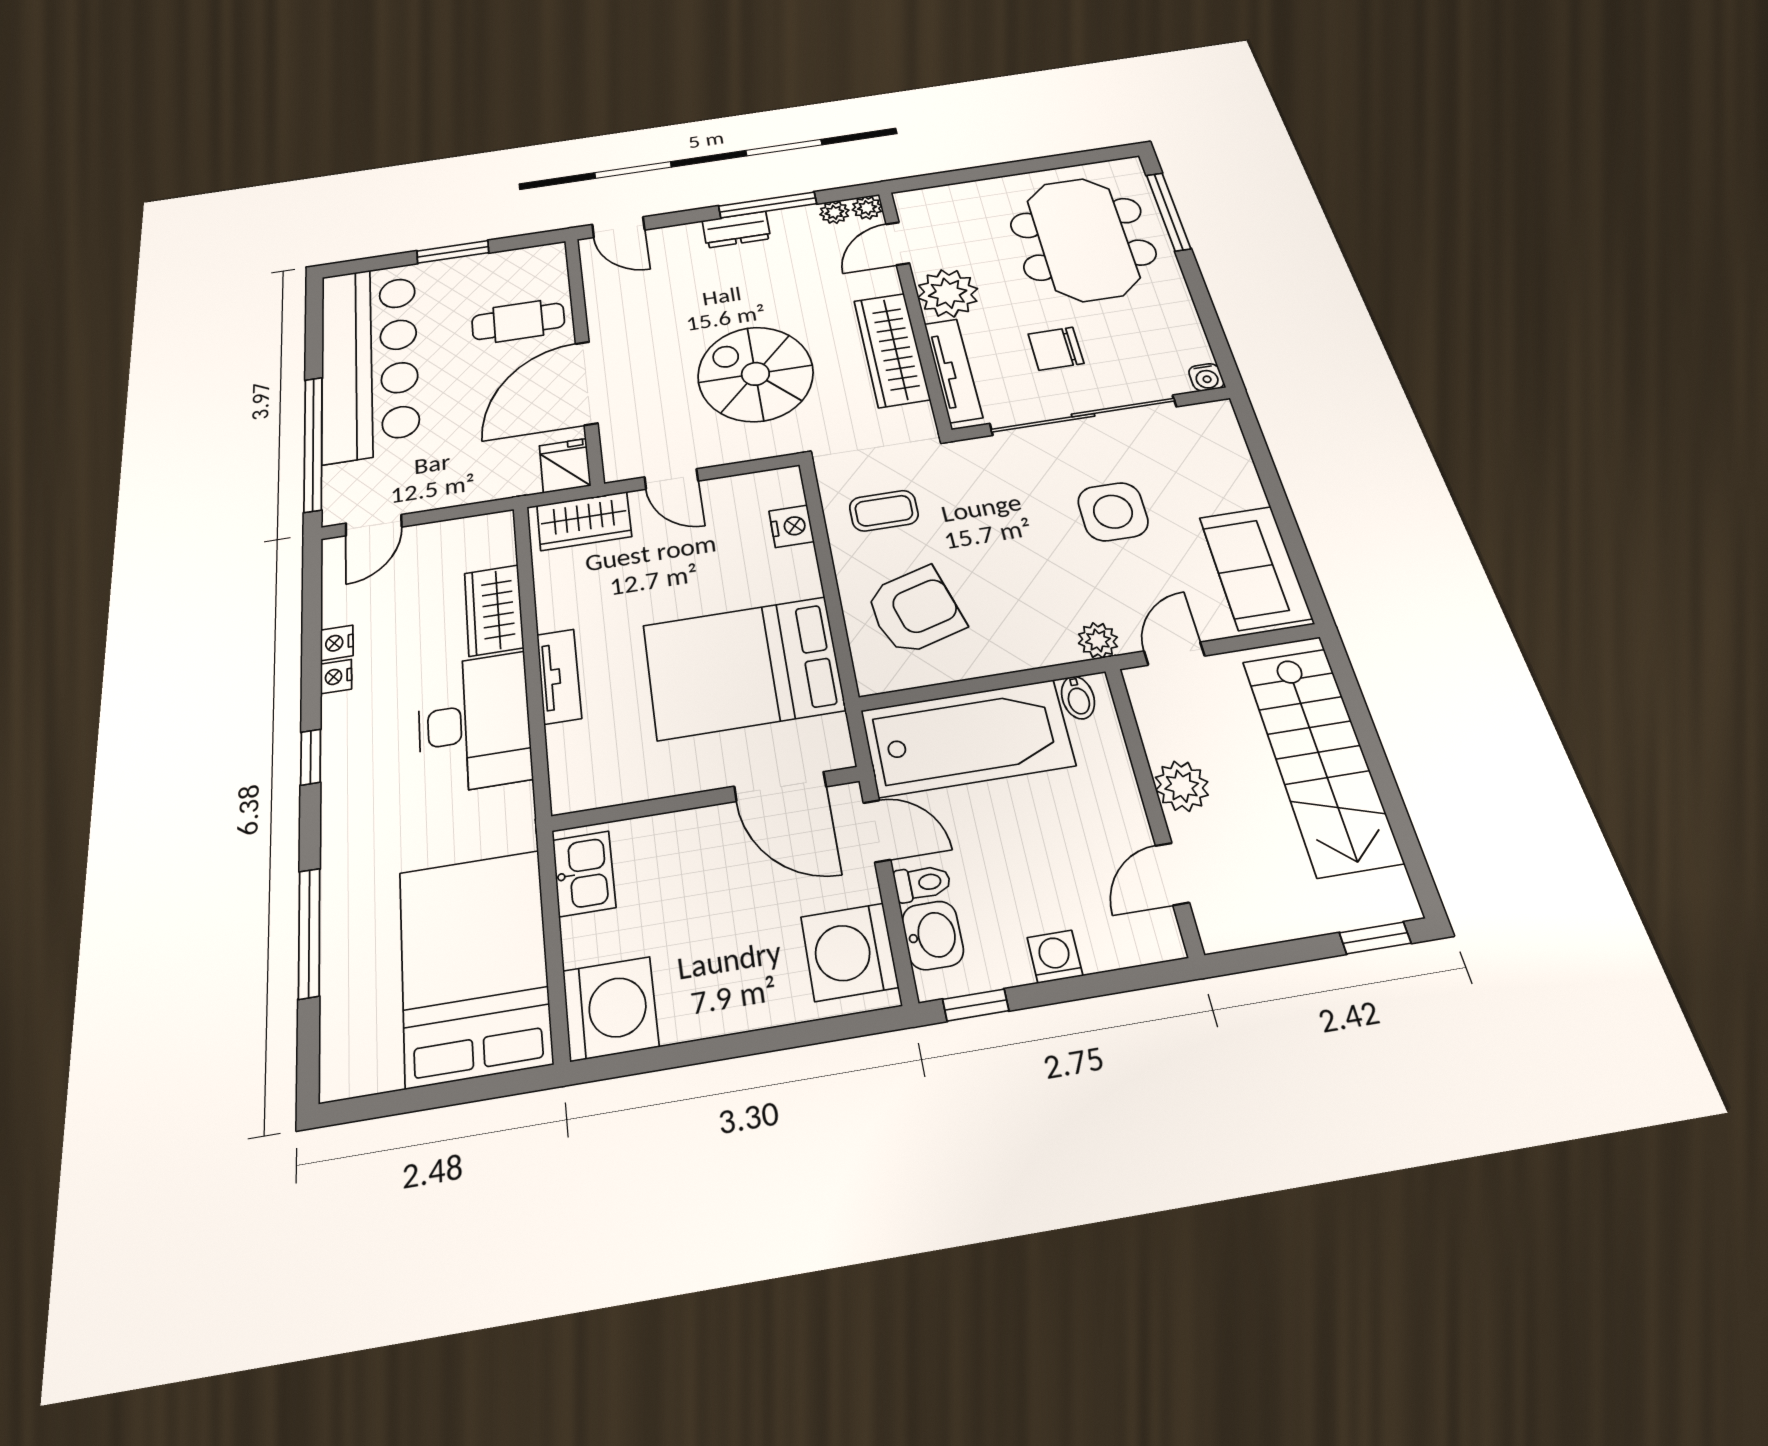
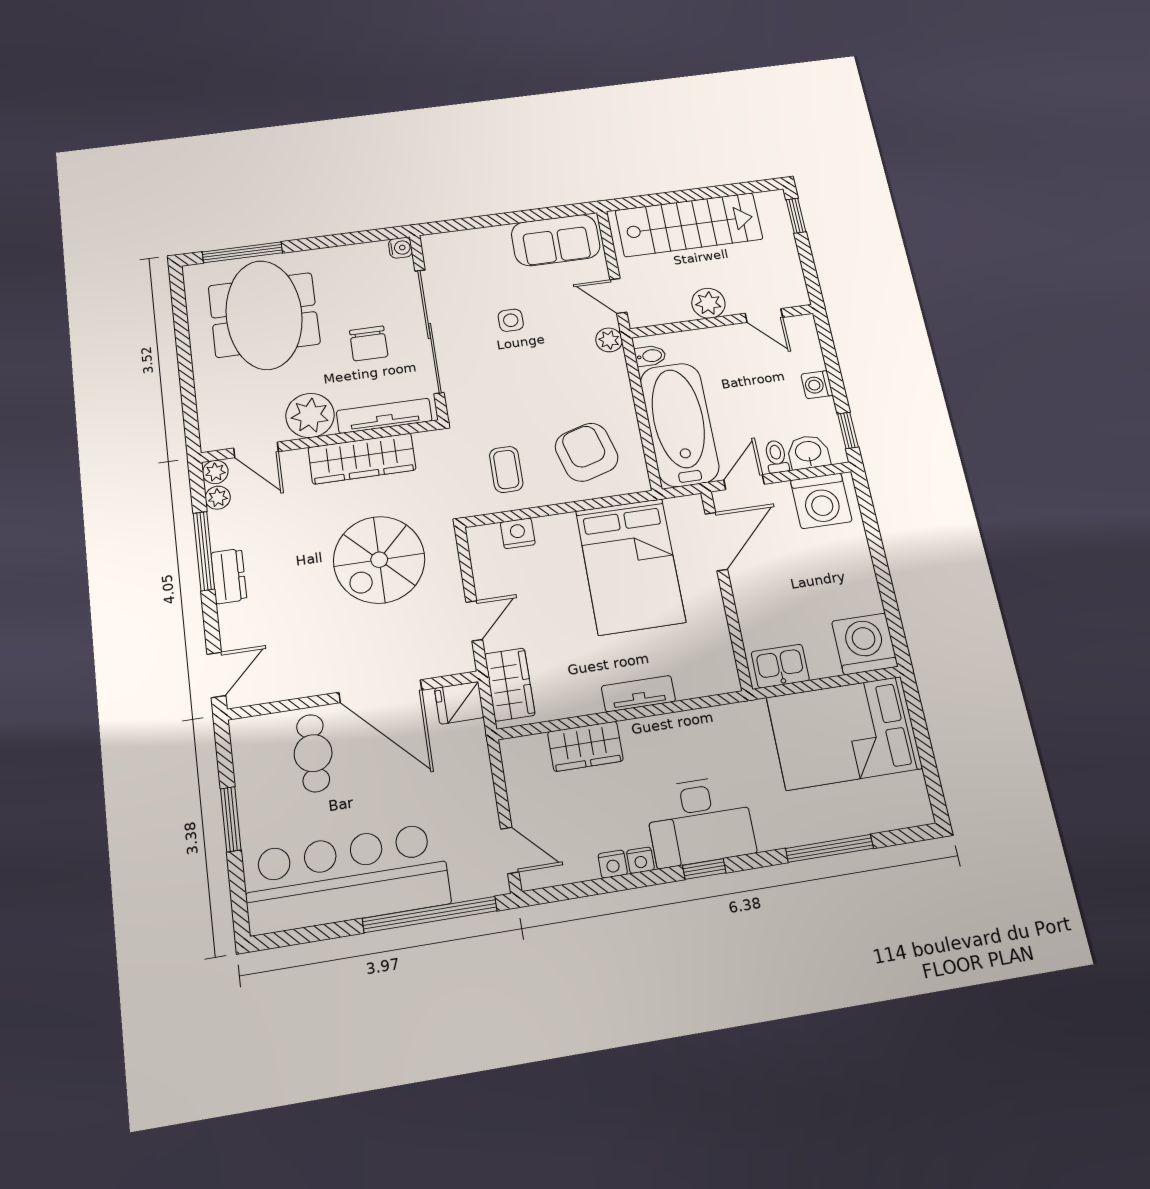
meeting table: (1083, 239) -> (264, 315), turned 90
side table: (1113, 512) -> (511, 320), width x0.54, depth x0.54
desk: (474, 723) -> (700, 821), moved, turned 180

